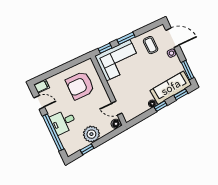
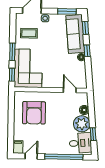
door: (117, 108) -> (70, 90), swing flipped
desk: (63, 122) -> (80, 143), moved, turned -95
floor lamp: (116, 124) -> (84, 110), moved

